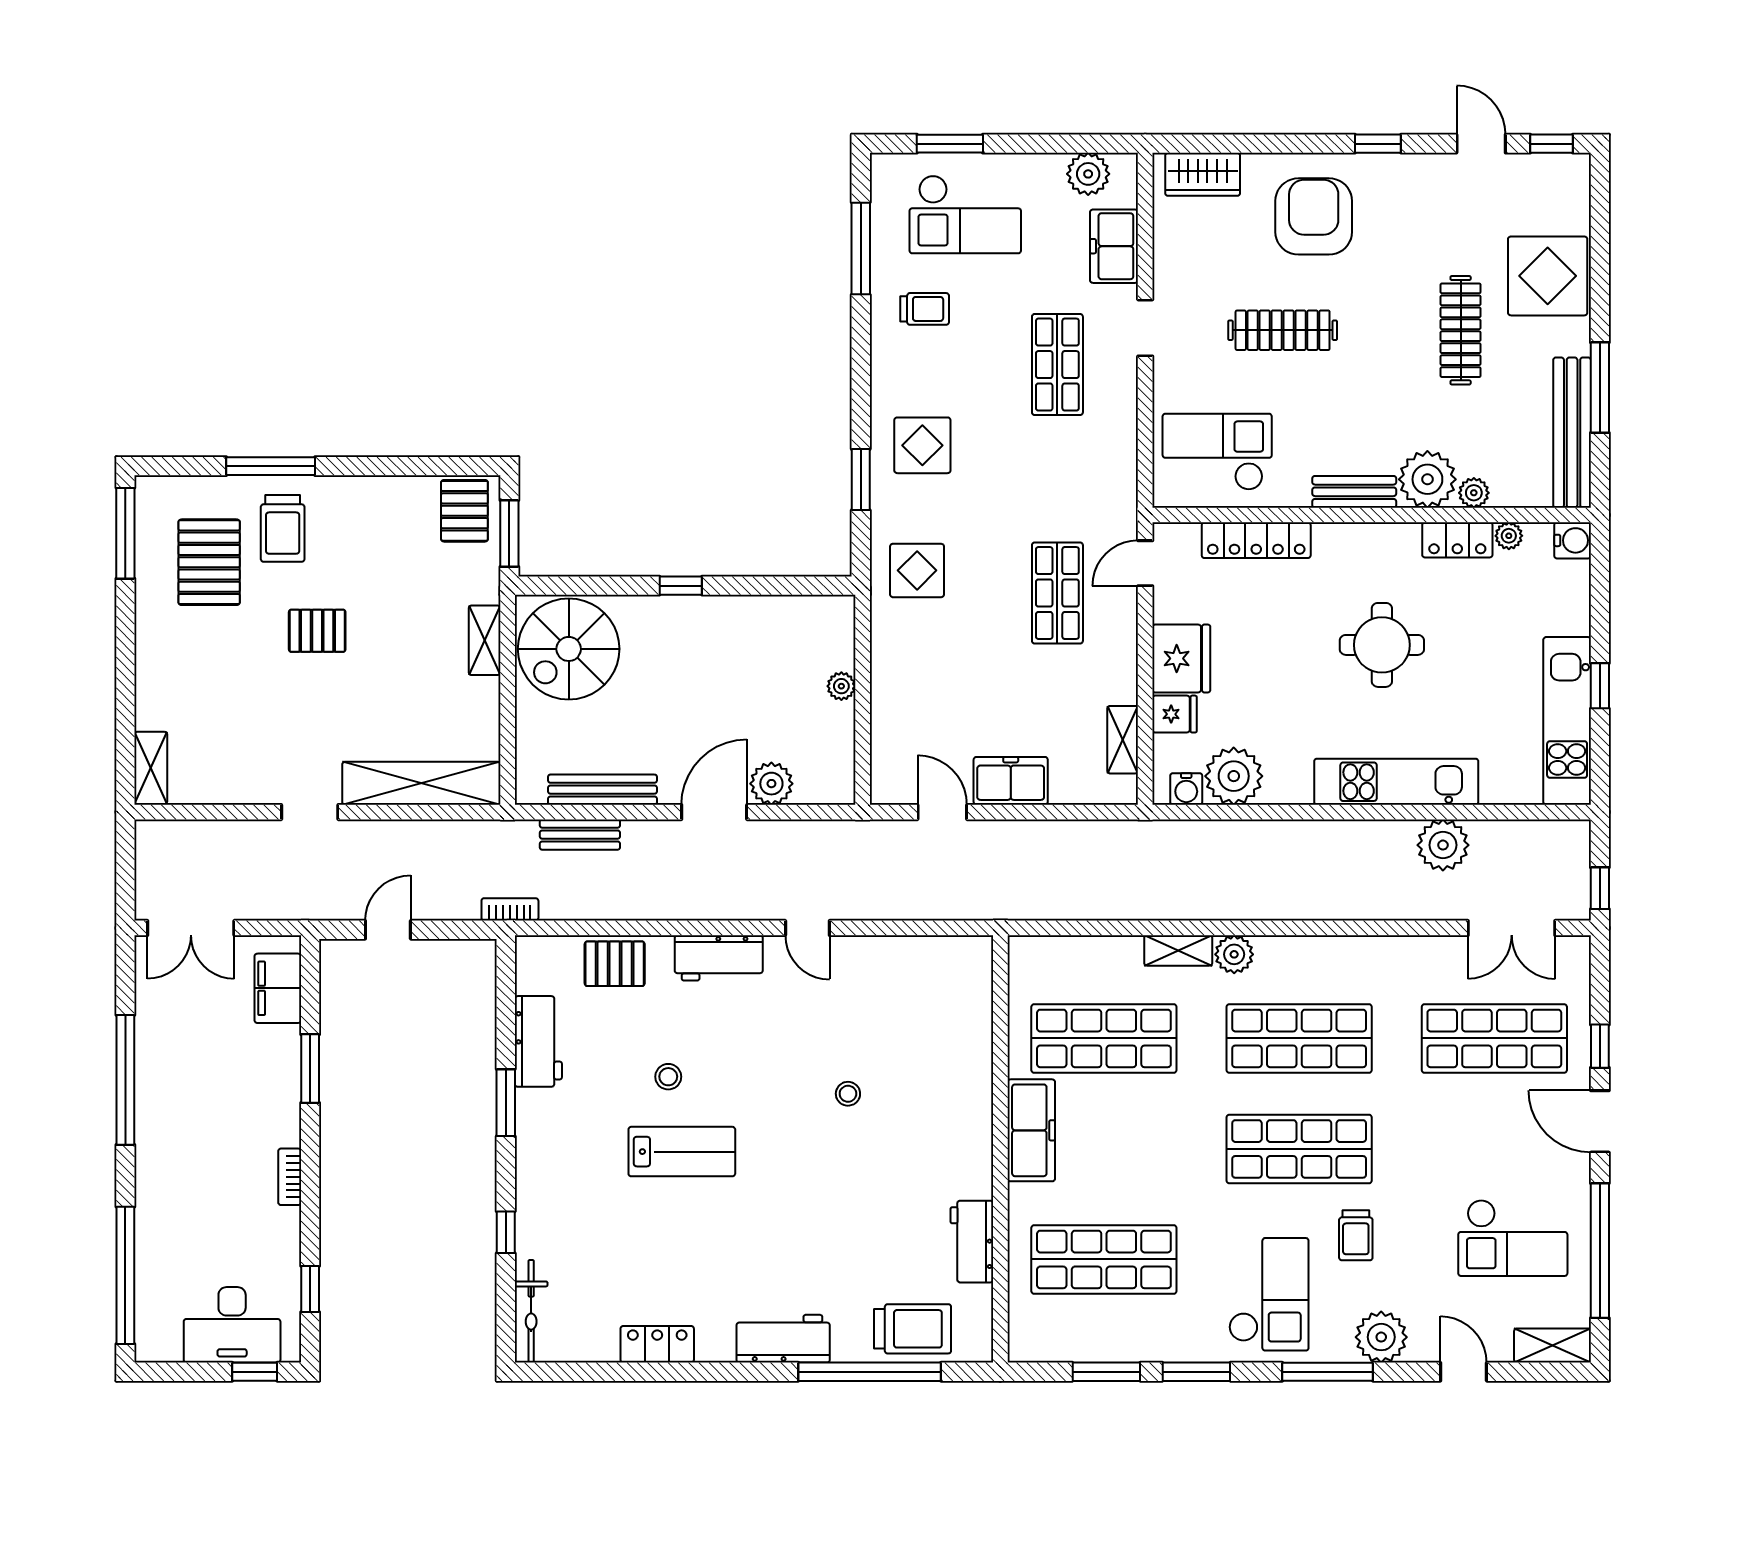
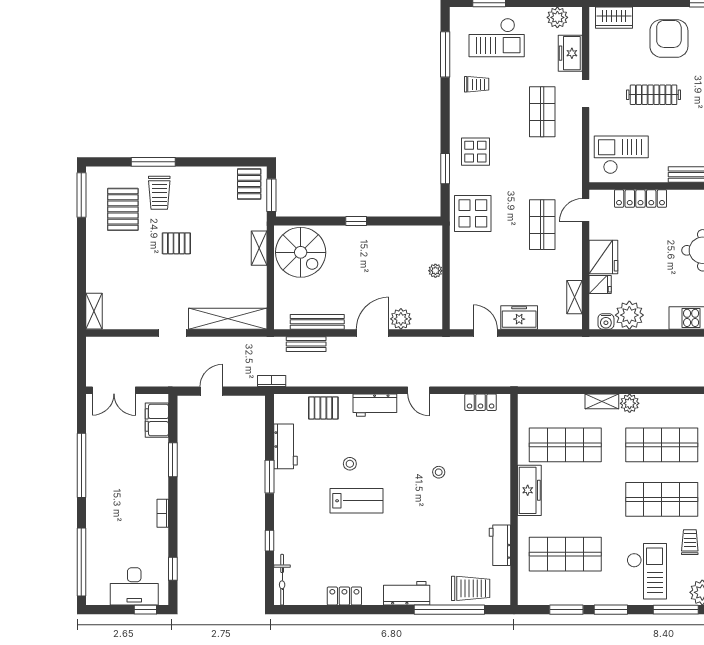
display table: (917, 570) -> (473, 213), width x1.36, depth x1.36
spiral stairs: (569, 649) -> (301, 252), turned -90
locker: (933, 952) -> (481, 402), added
trolley: (1356, 1235) -> (690, 542), turned 180

